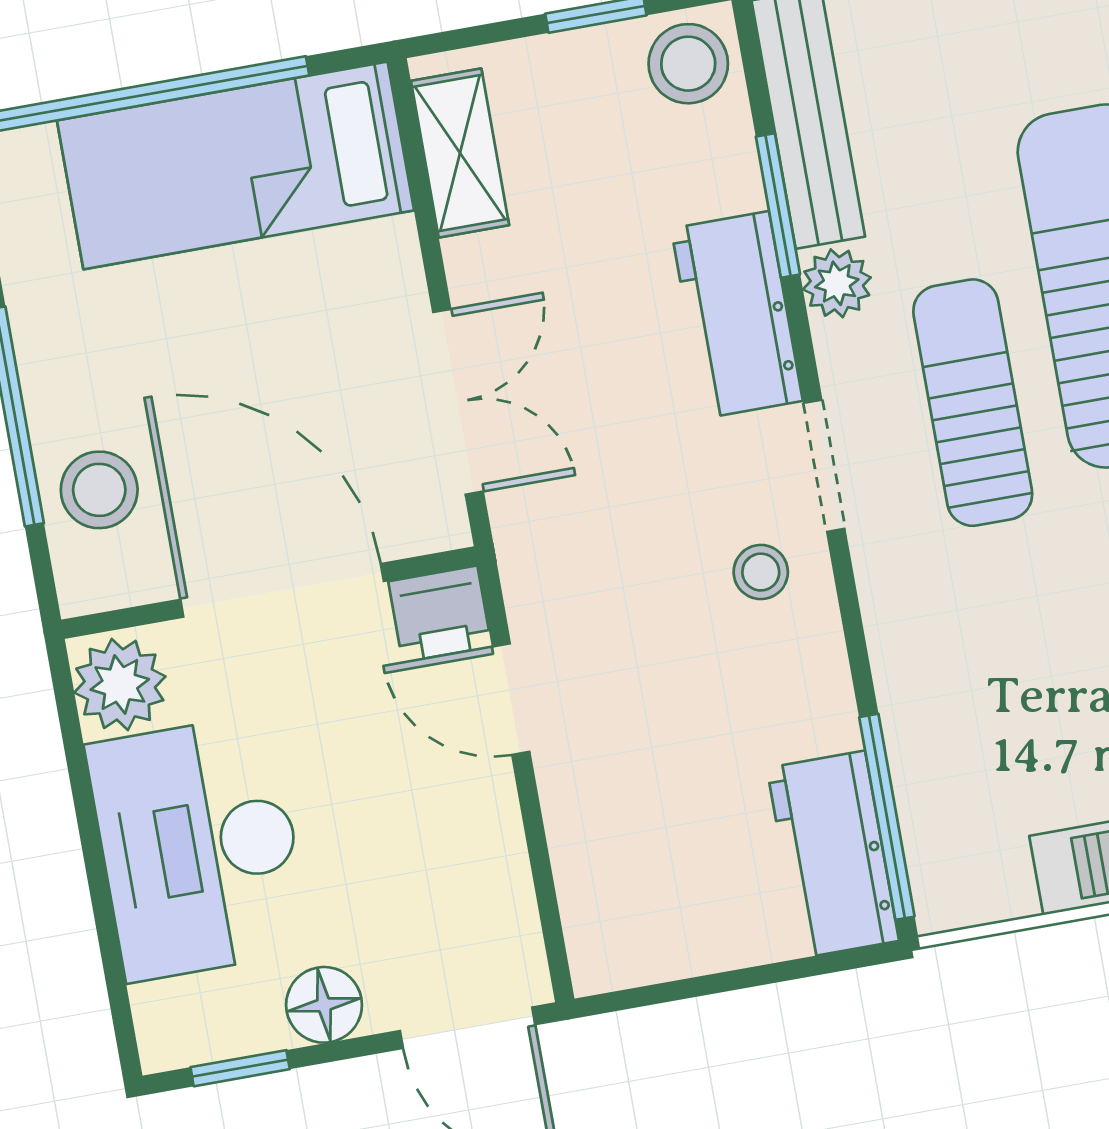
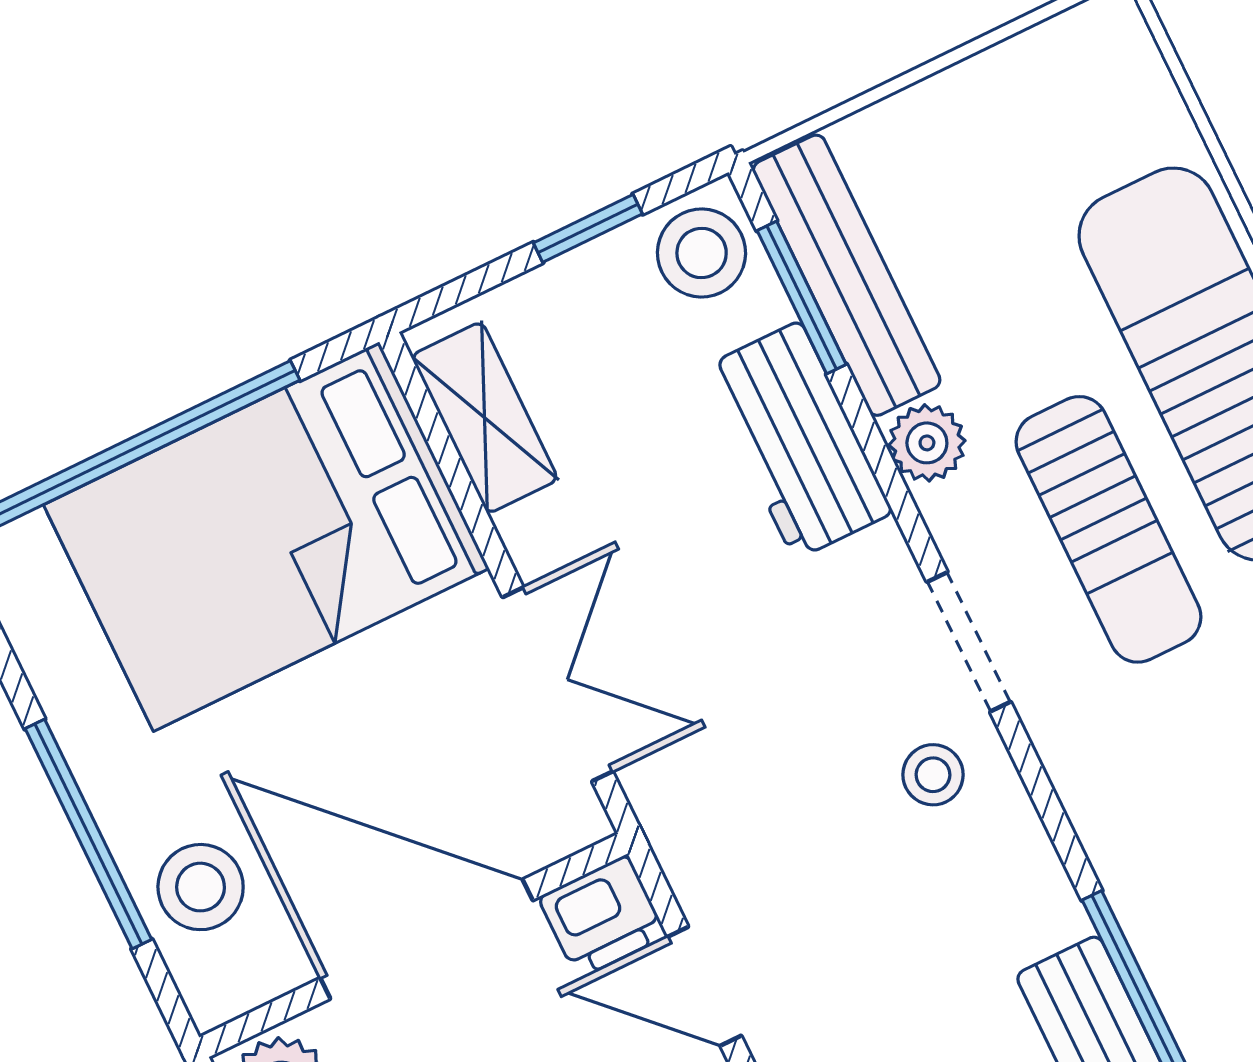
bed: (235, 165) -> (266, 537), width x1.50
window: (778, 205) -> (802, 297), moved
workbench: (737, 315) -> (797, 440), moved
sun lounger: (973, 403) -> (1108, 529), turned 180

